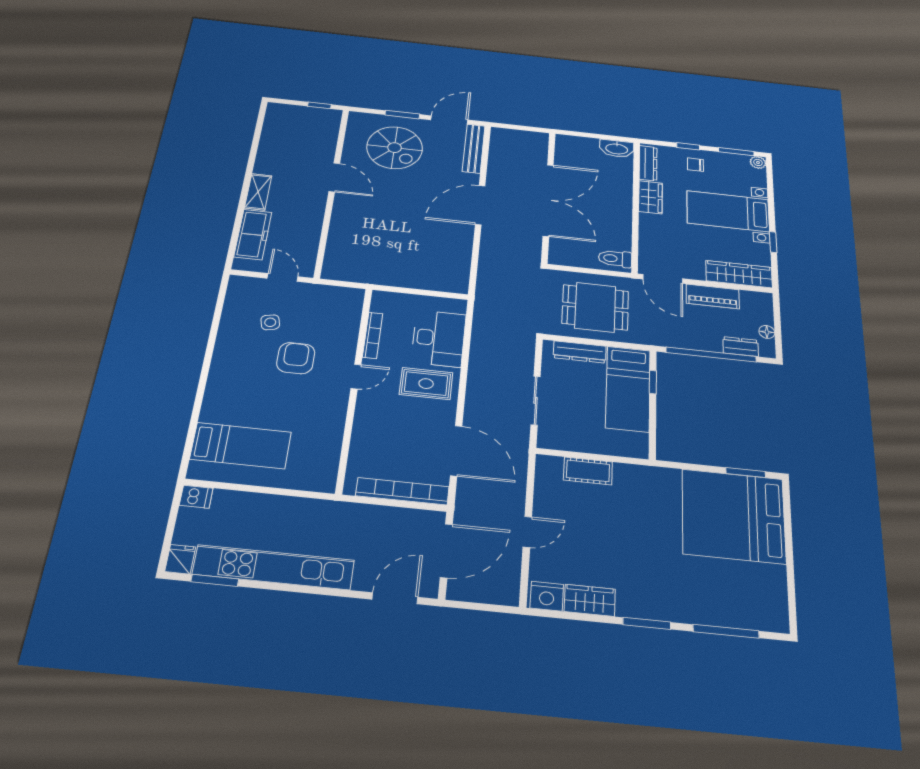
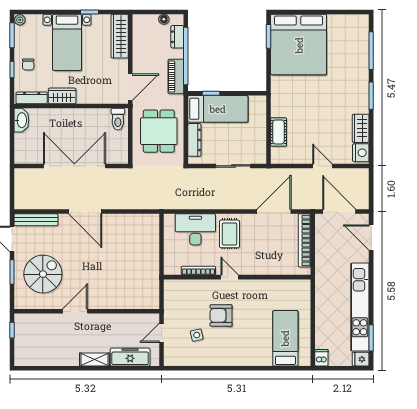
piano: (713, 296) -> (176, 76), moved, turned 180

